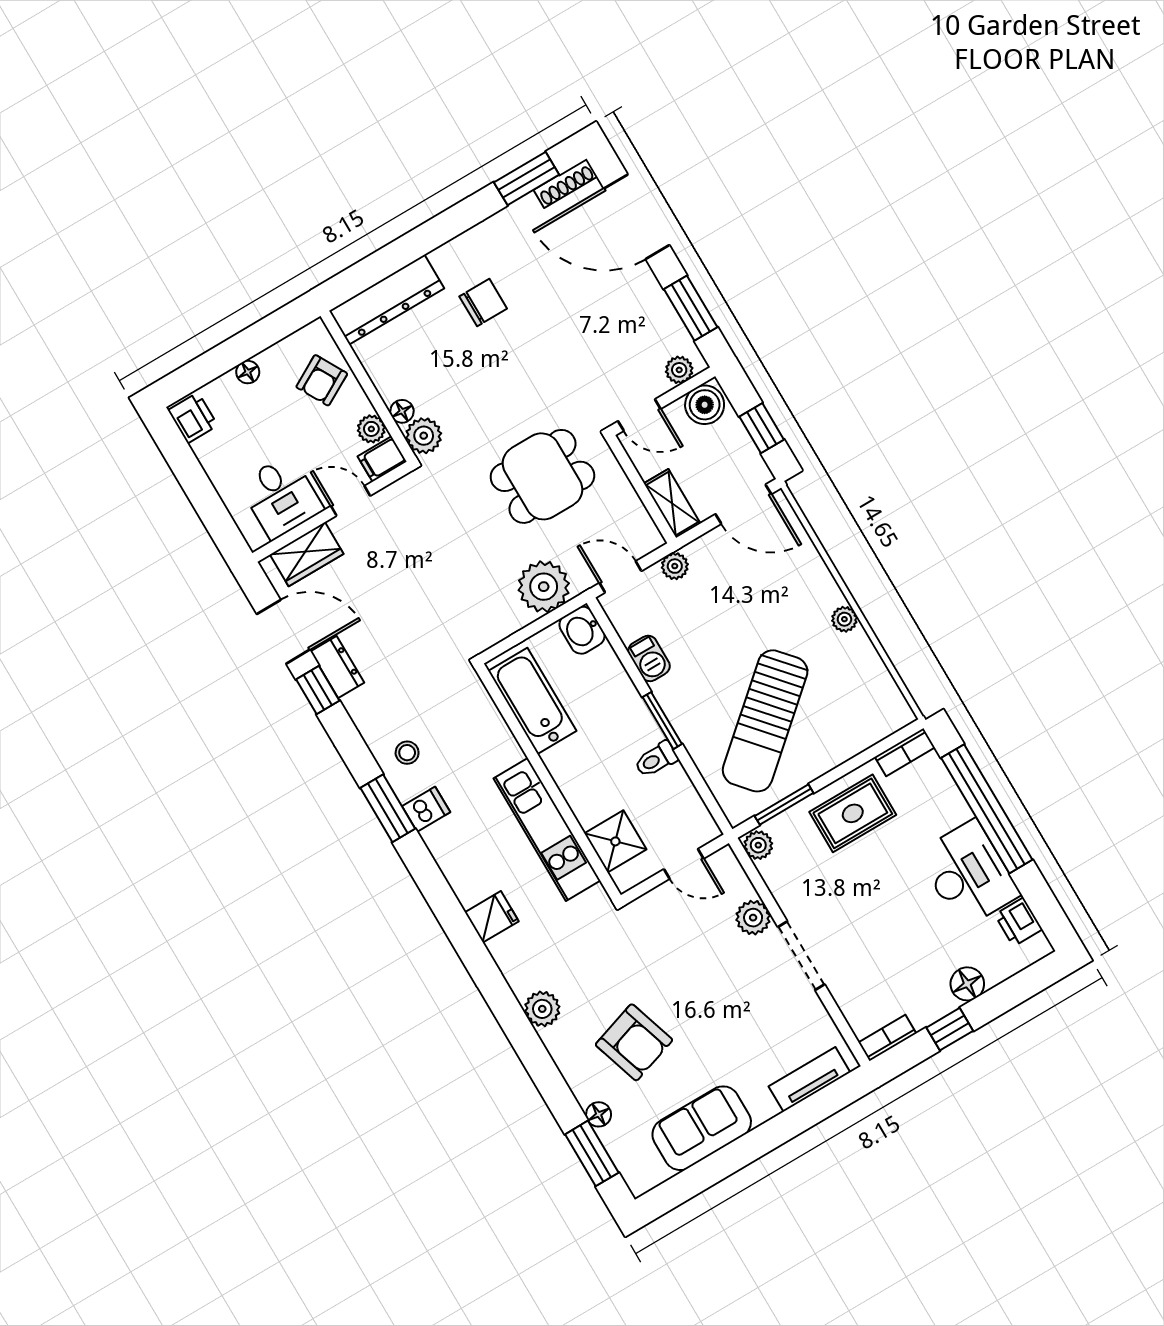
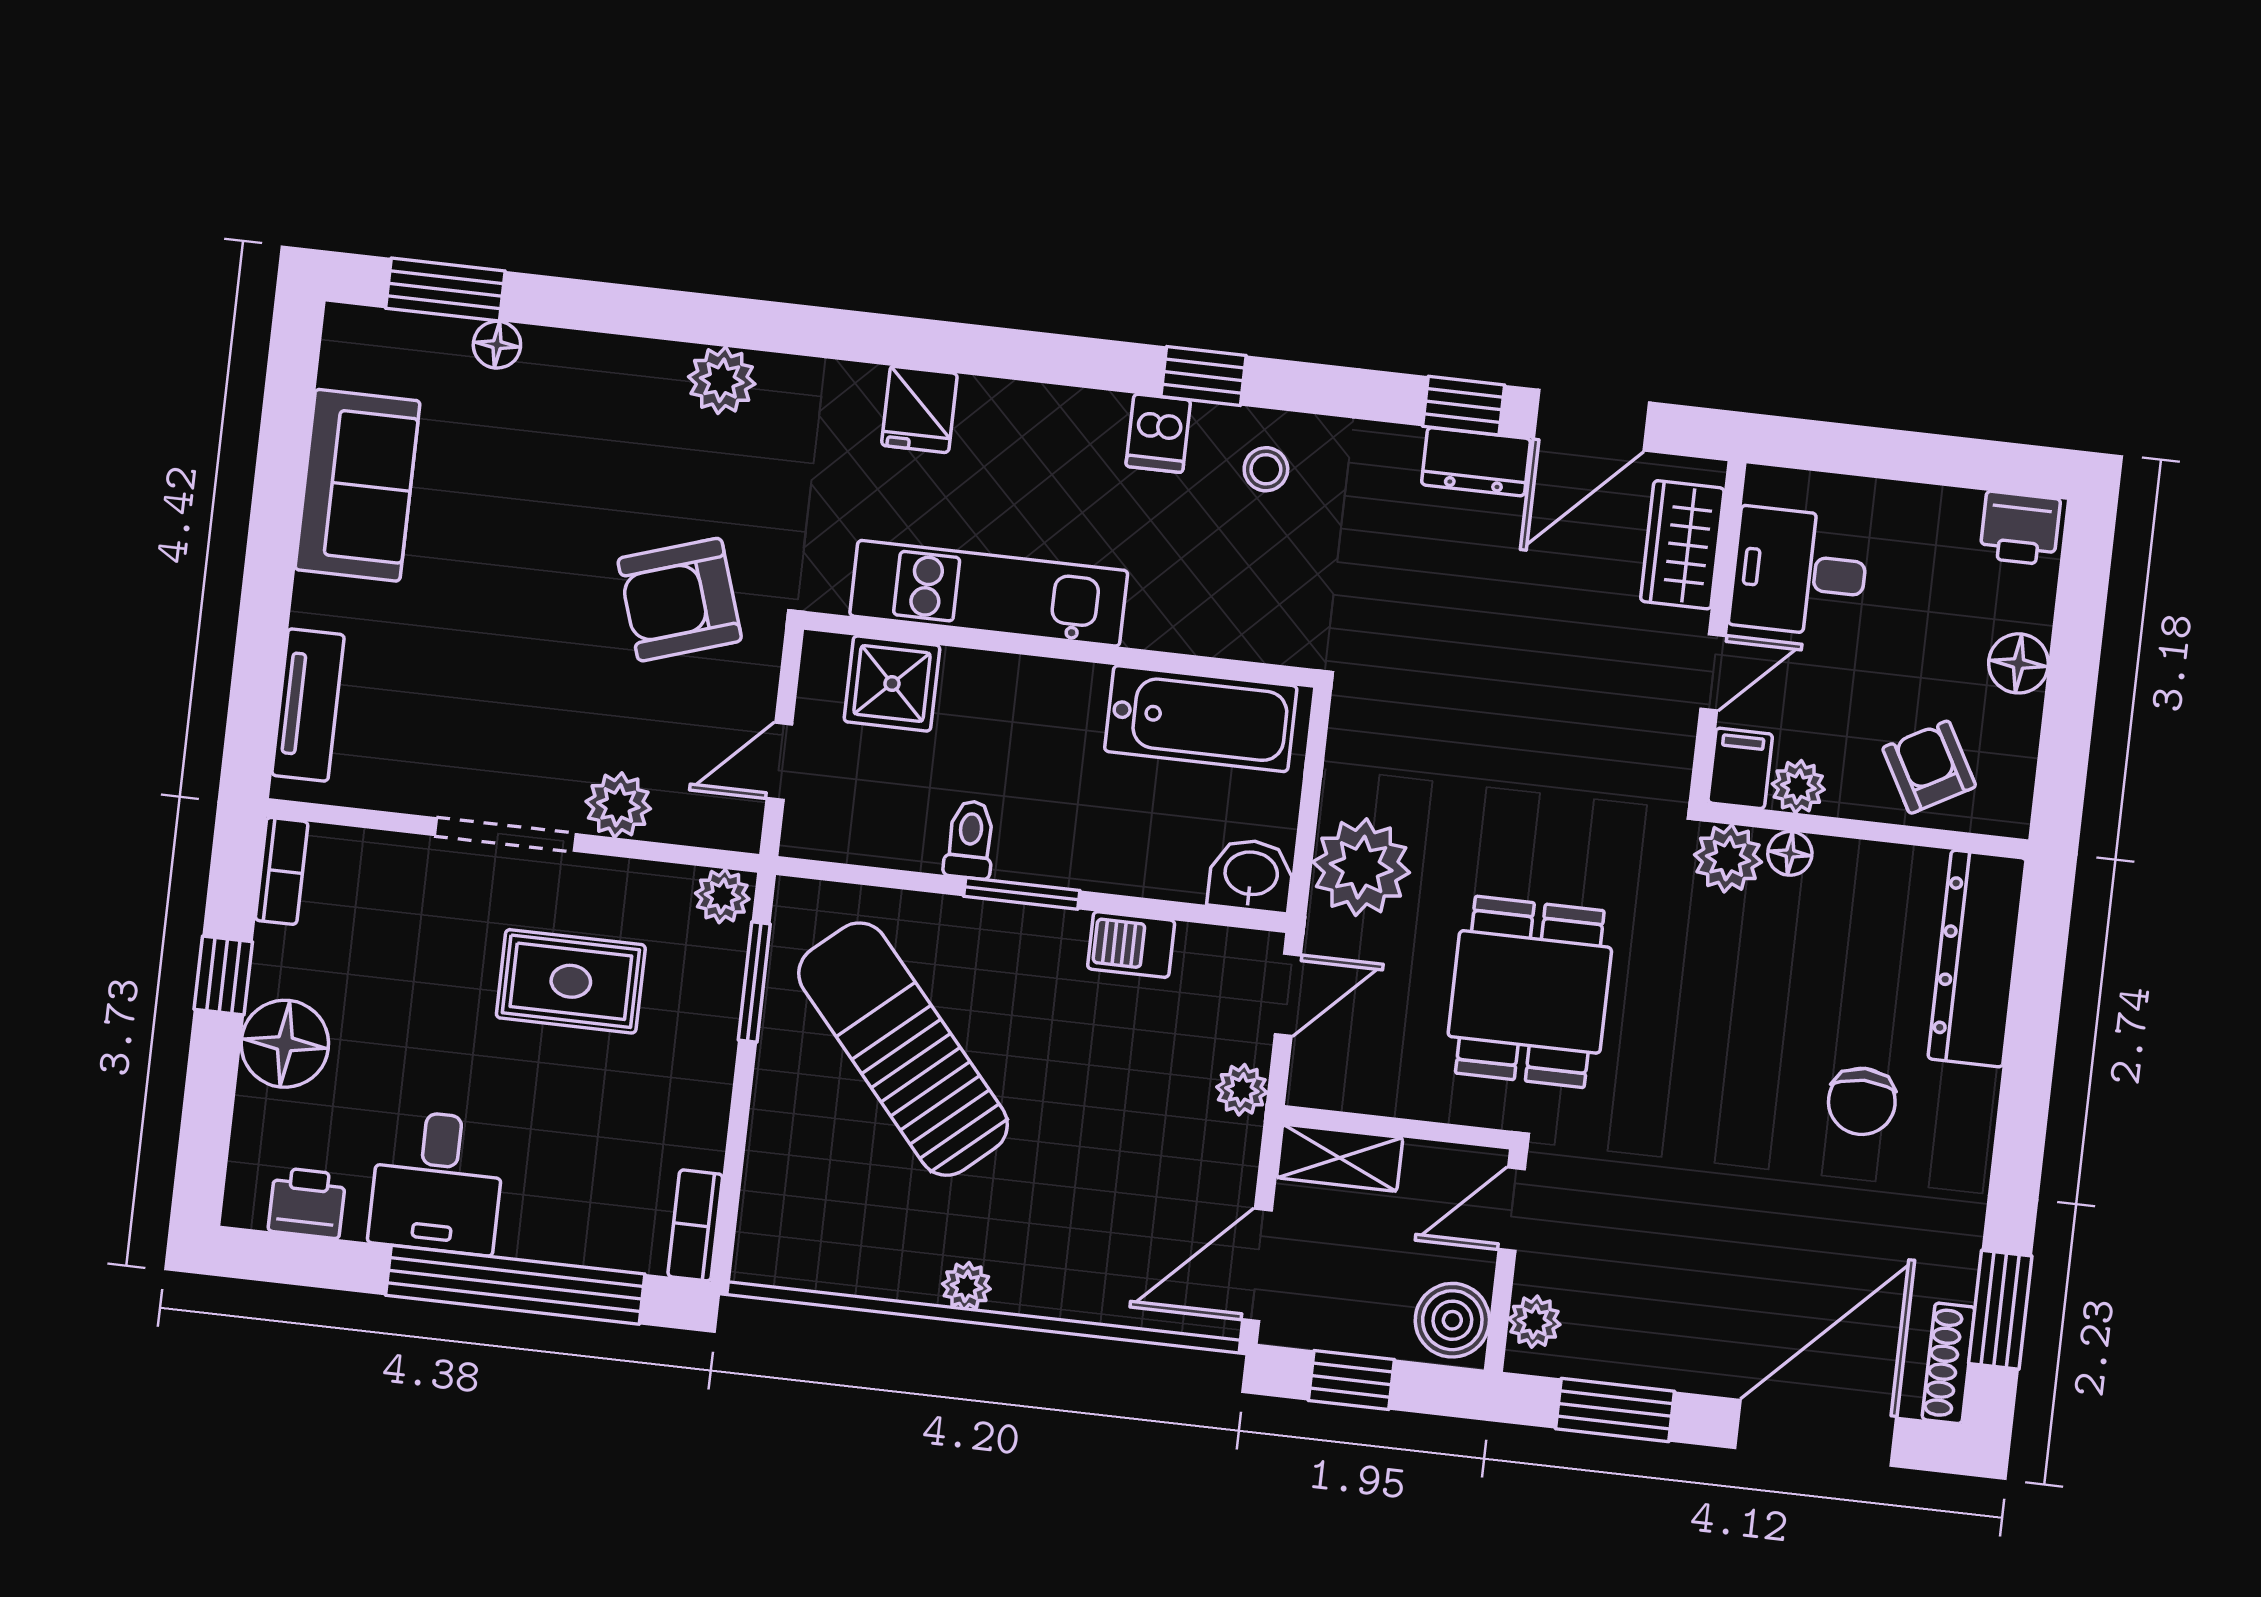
floor lamp: (248, 372) -> (2018, 663), width x1.37, depth x1.37
window: (388, 808) -> (1204, 376), width x0.67
rug: (853, 813) -> (571, 981), moved, turned 90
desk: (968, 874) -> (437, 1182), width x0.73
floor lamp: (967, 984) -> (285, 1044), width x1.38, depth x1.38
armchair: (634, 1042) -> (680, 600), moved

